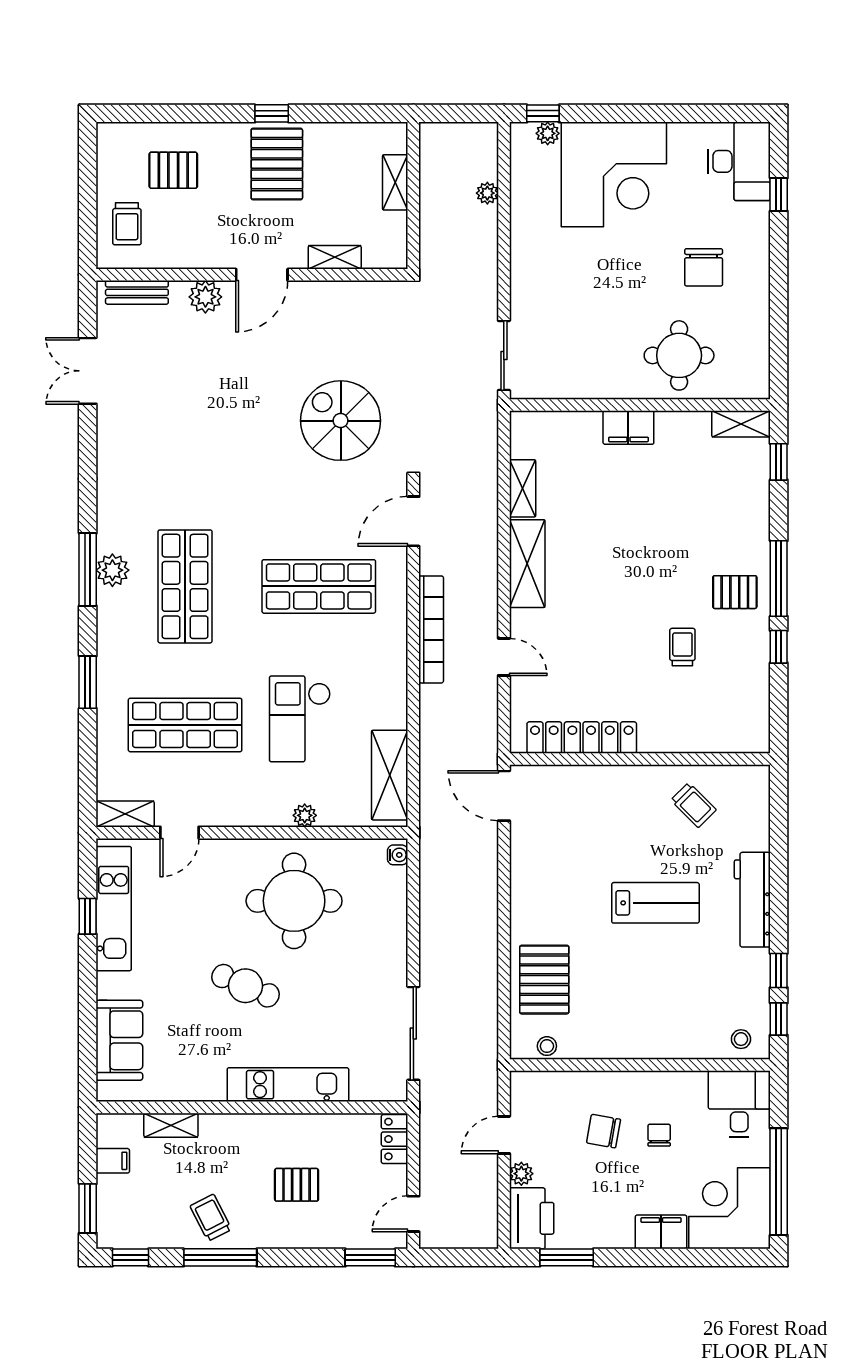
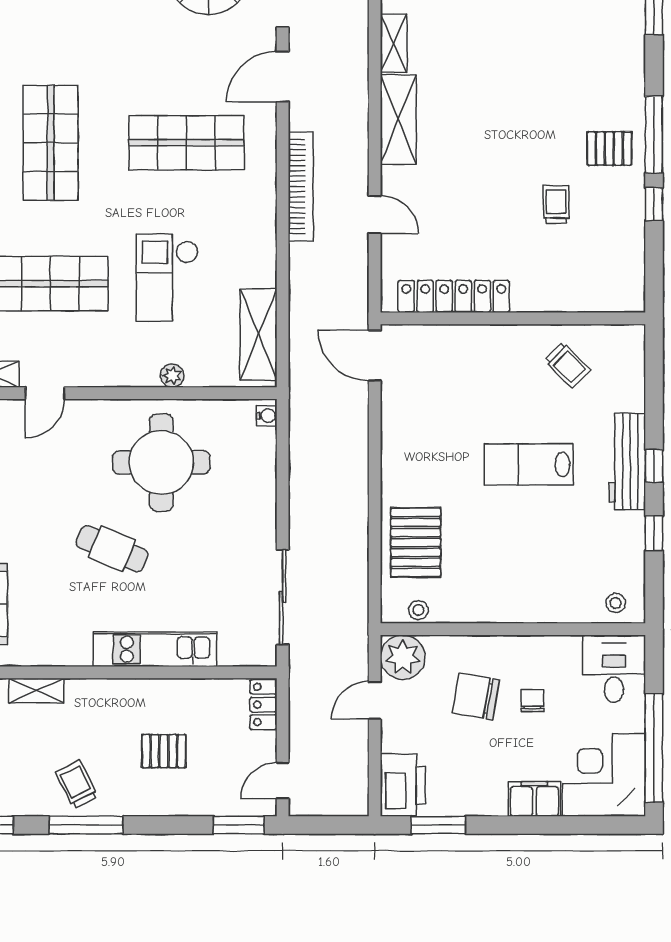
lab bench: (655, 903) -> (529, 464), turned 180
window: (779, 1019) -> (654, 466), moved
chair: (604, 1131) -> (476, 696), width x1.37, depth x1.37
plant: (521, 1174) -> (403, 657), moved, width x1.87, depth x1.87

